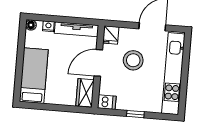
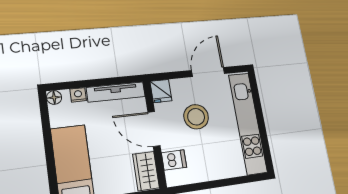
door: (98, 63) -> (154, 129), hinge flipped
dishwasher: (107, 102) -> (174, 160), moved
window: (135, 114) -> (216, 184), removed

